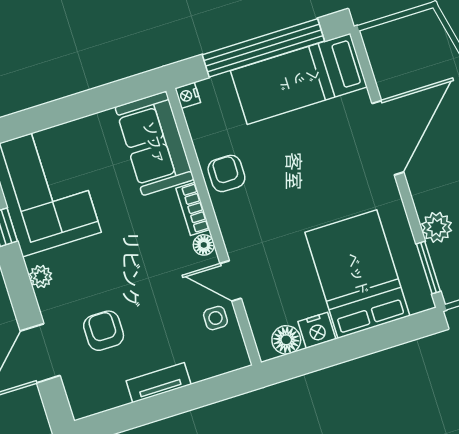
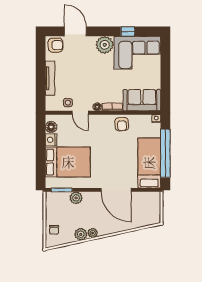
armchair: (226, 173) -> (122, 124), turned 86
plant: (41, 277) -> (105, 45), width x1.87, depth x1.87
door: (231, 281) -> (80, 113), swing flipped
armchair: (104, 331) -> (56, 45), moved
tv unit: (159, 383) -> (50, 78), width x1.41

